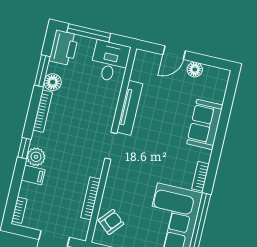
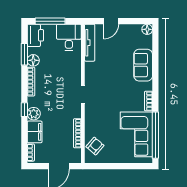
floor lamp: (195, 69) -> (147, 29), moved
tv unit: (130, 108) -> (90, 43), moved
filing cabinet: (33, 175) -> (35, 132), width x2.00

